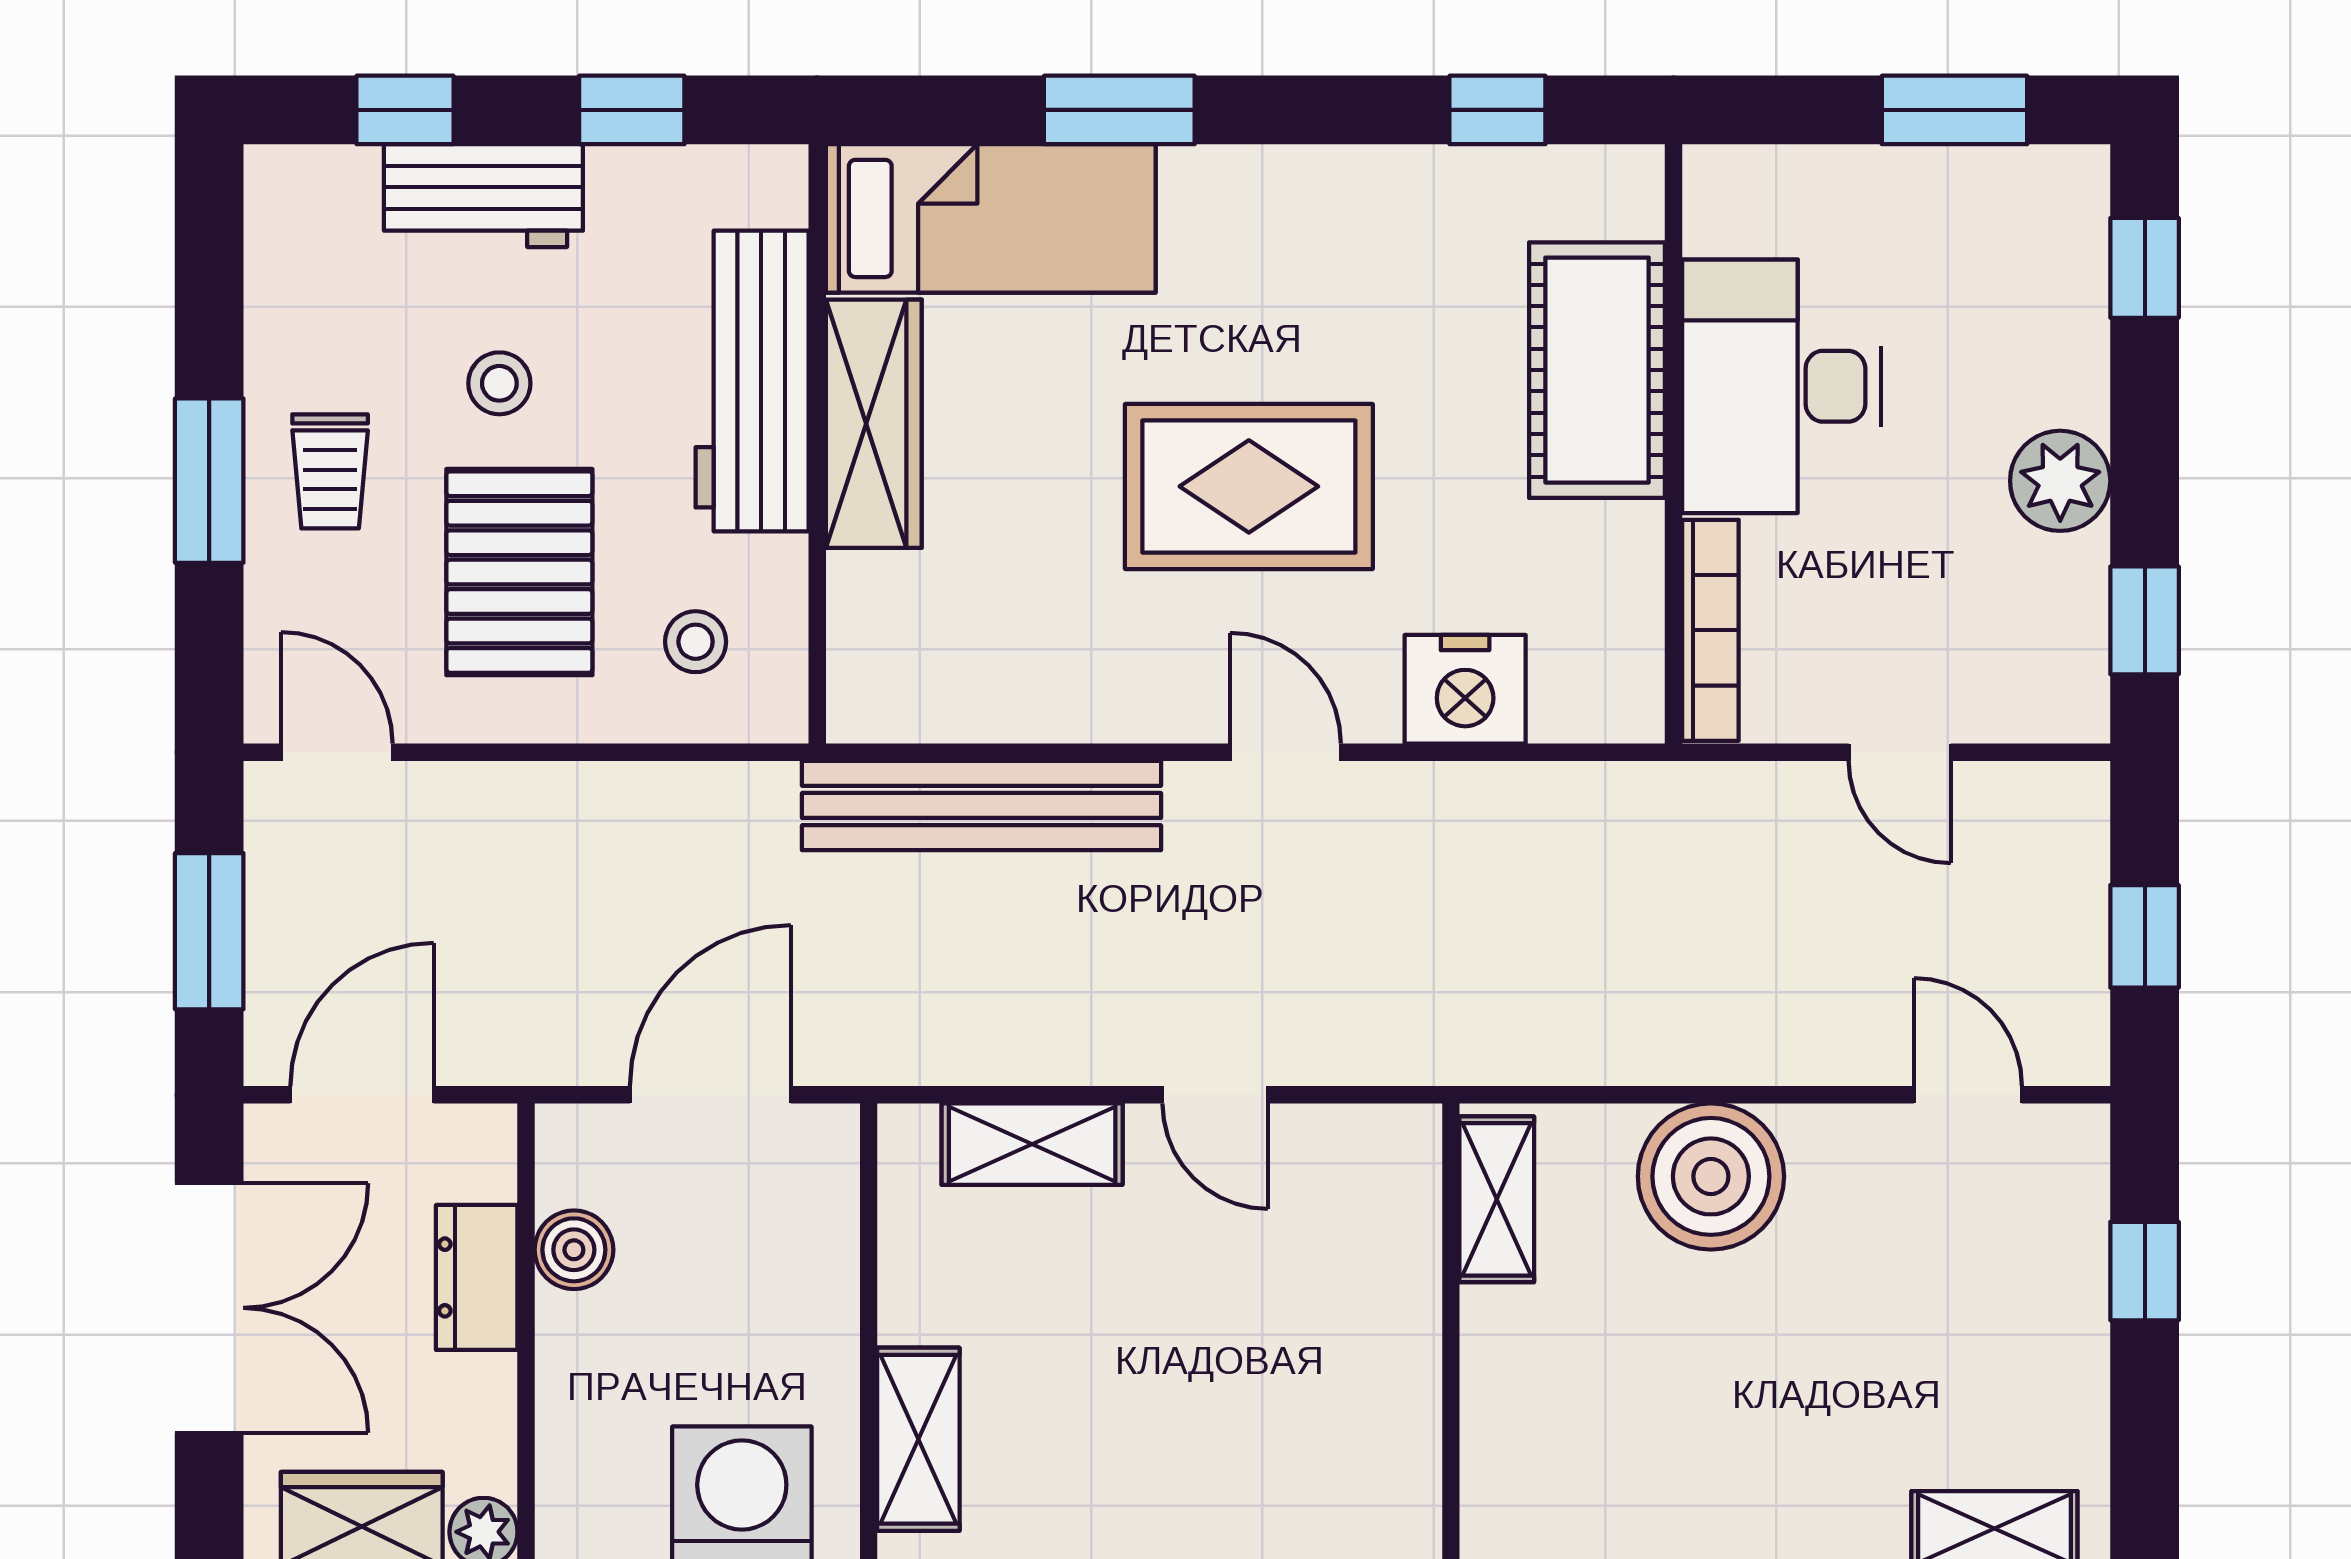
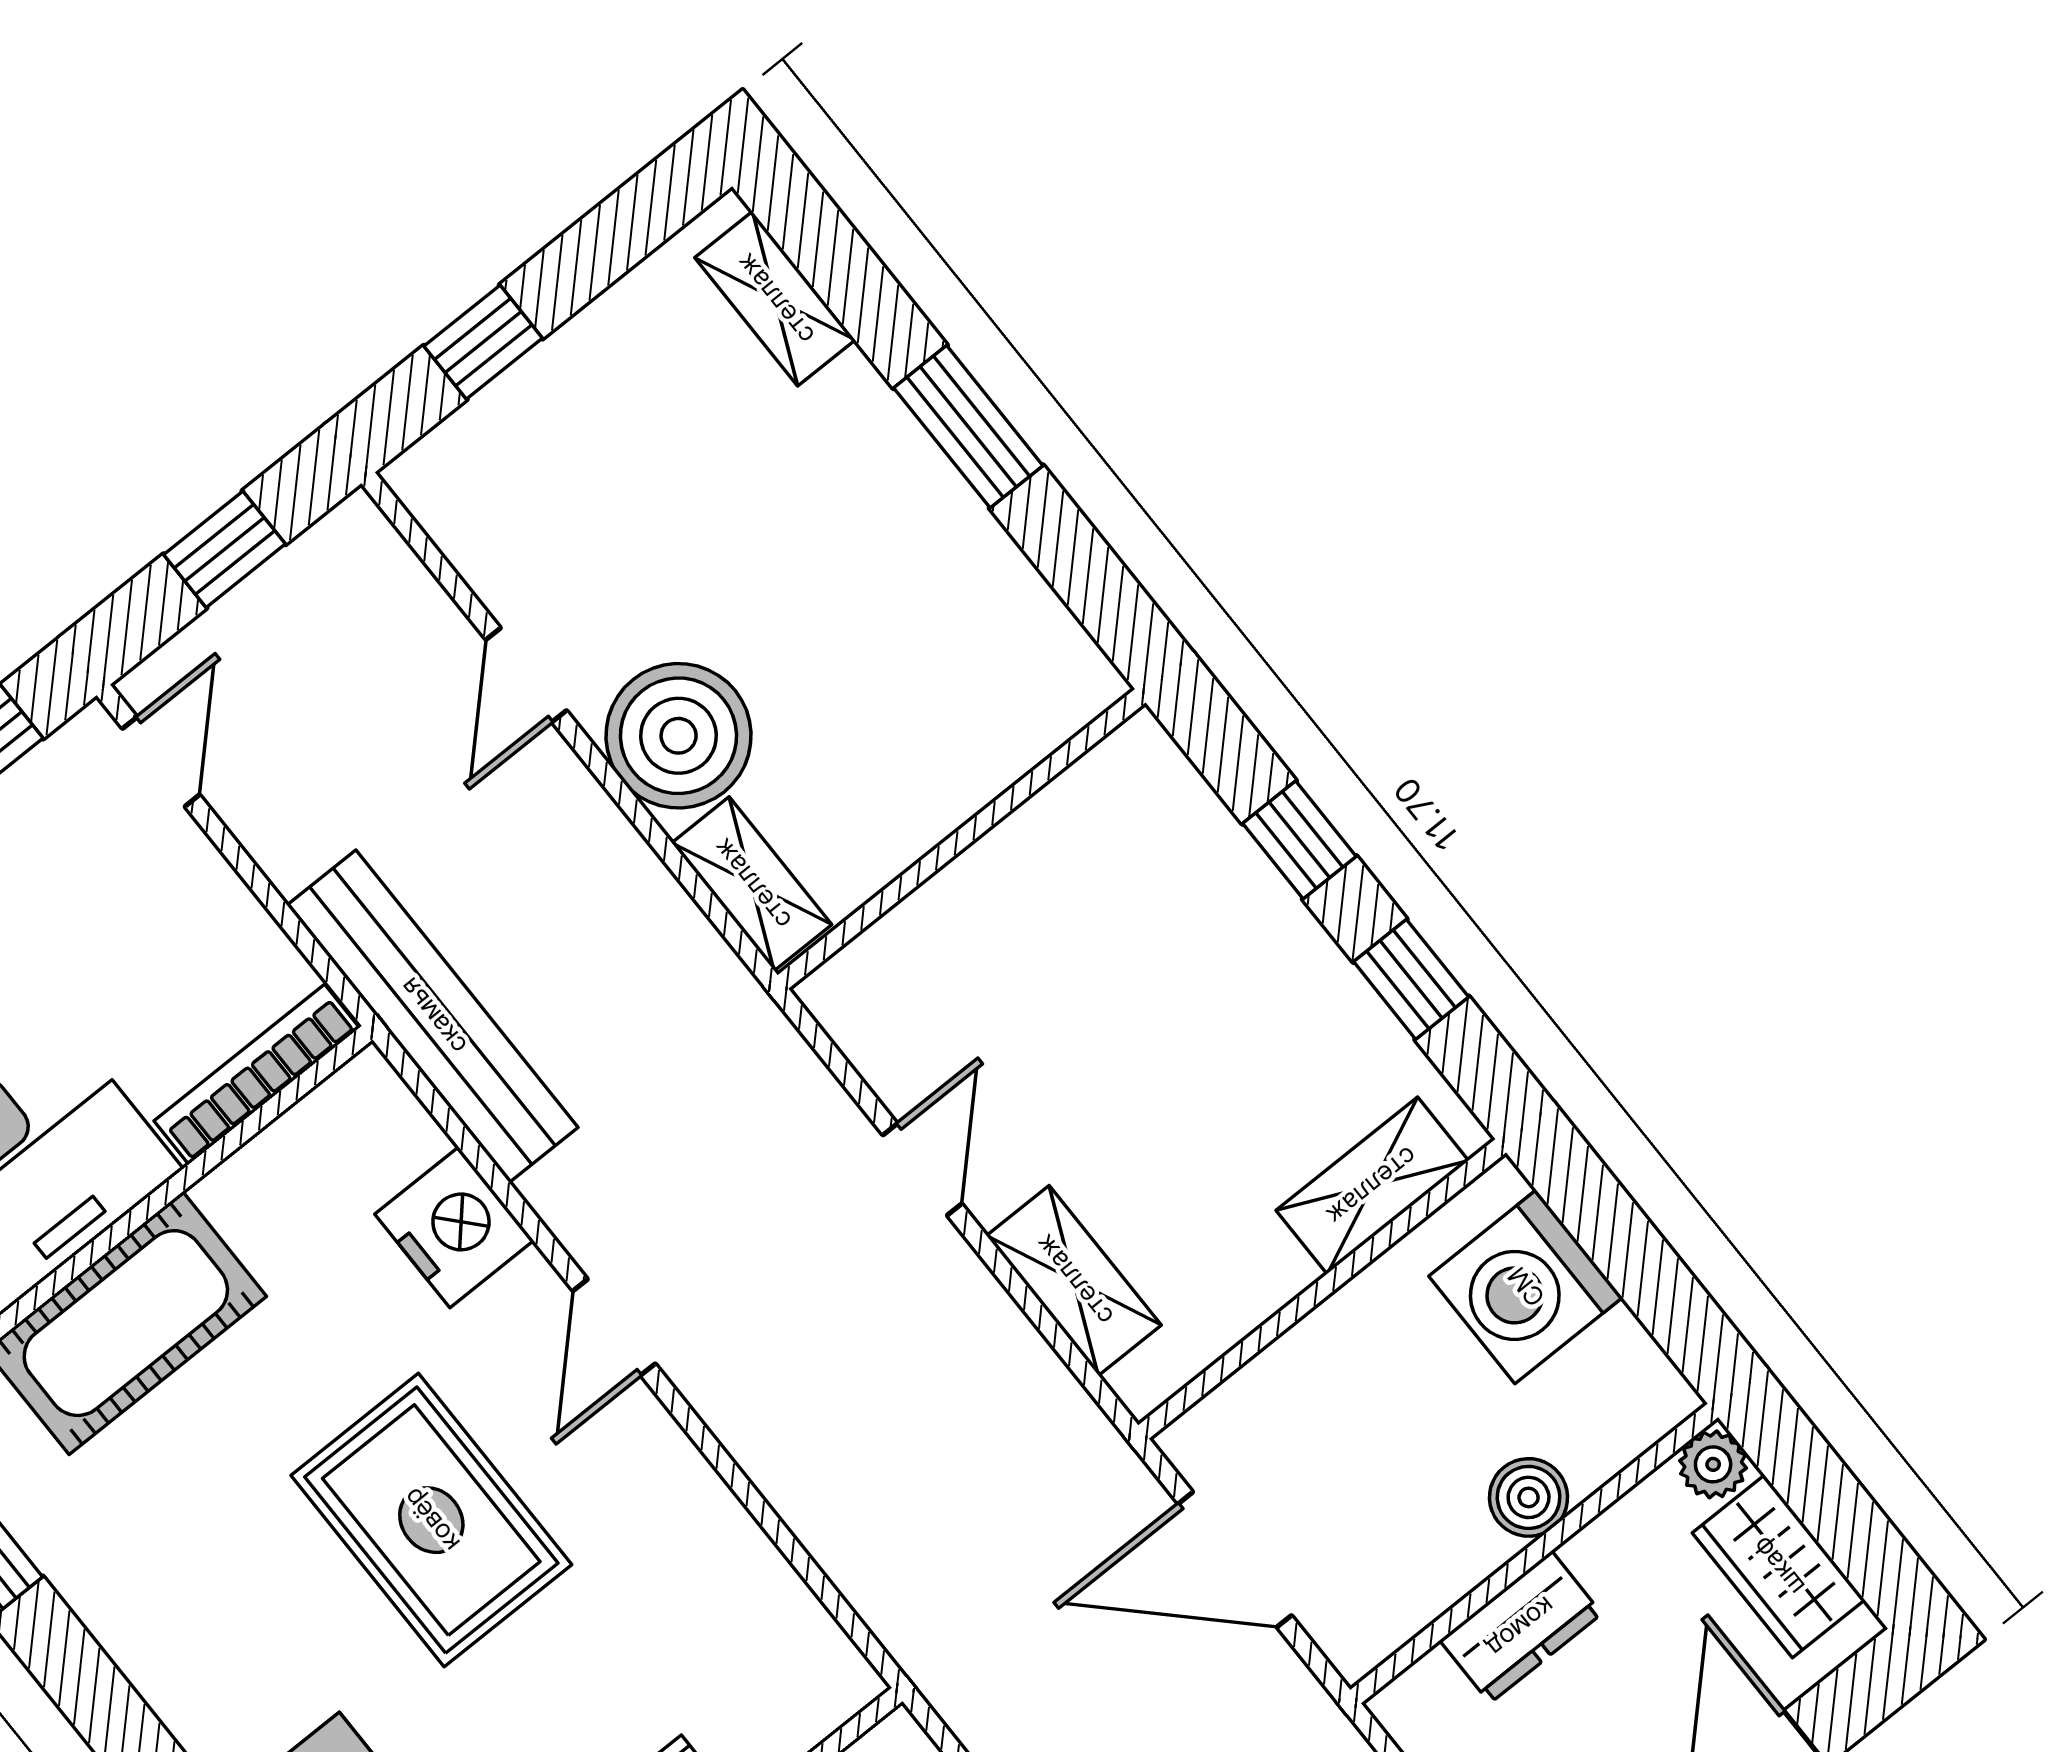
door: (1900, 752) -> (161, 762), moved
bench: (982, 805) -> (433, 1016), moved
door: (1968, 1095) -> (526, 675), moved
shelving: (1497, 1199) -> (752, 884), moved, turned 90
boiler: (574, 1250) -> (1529, 1497), moved

